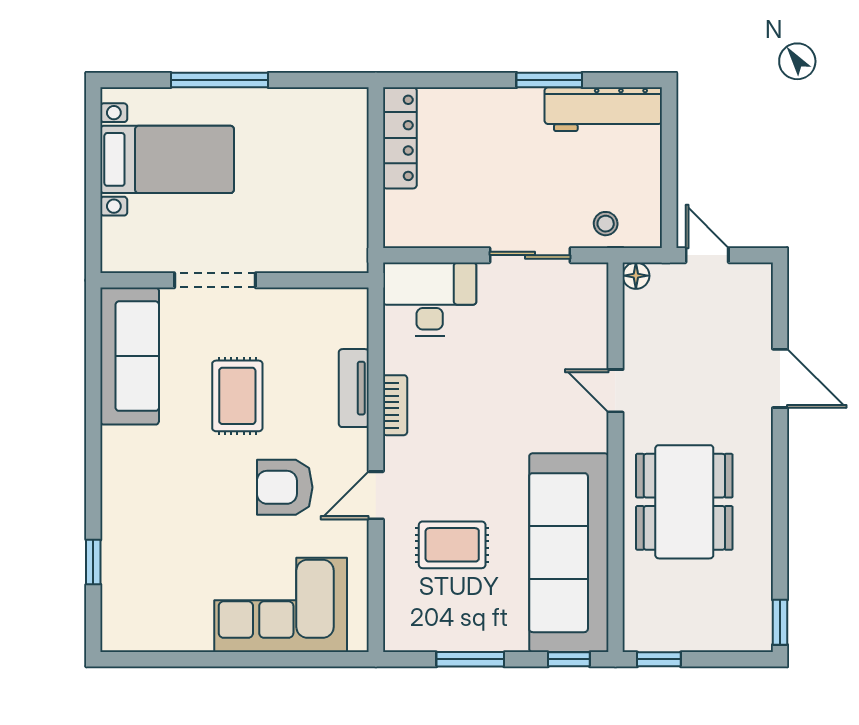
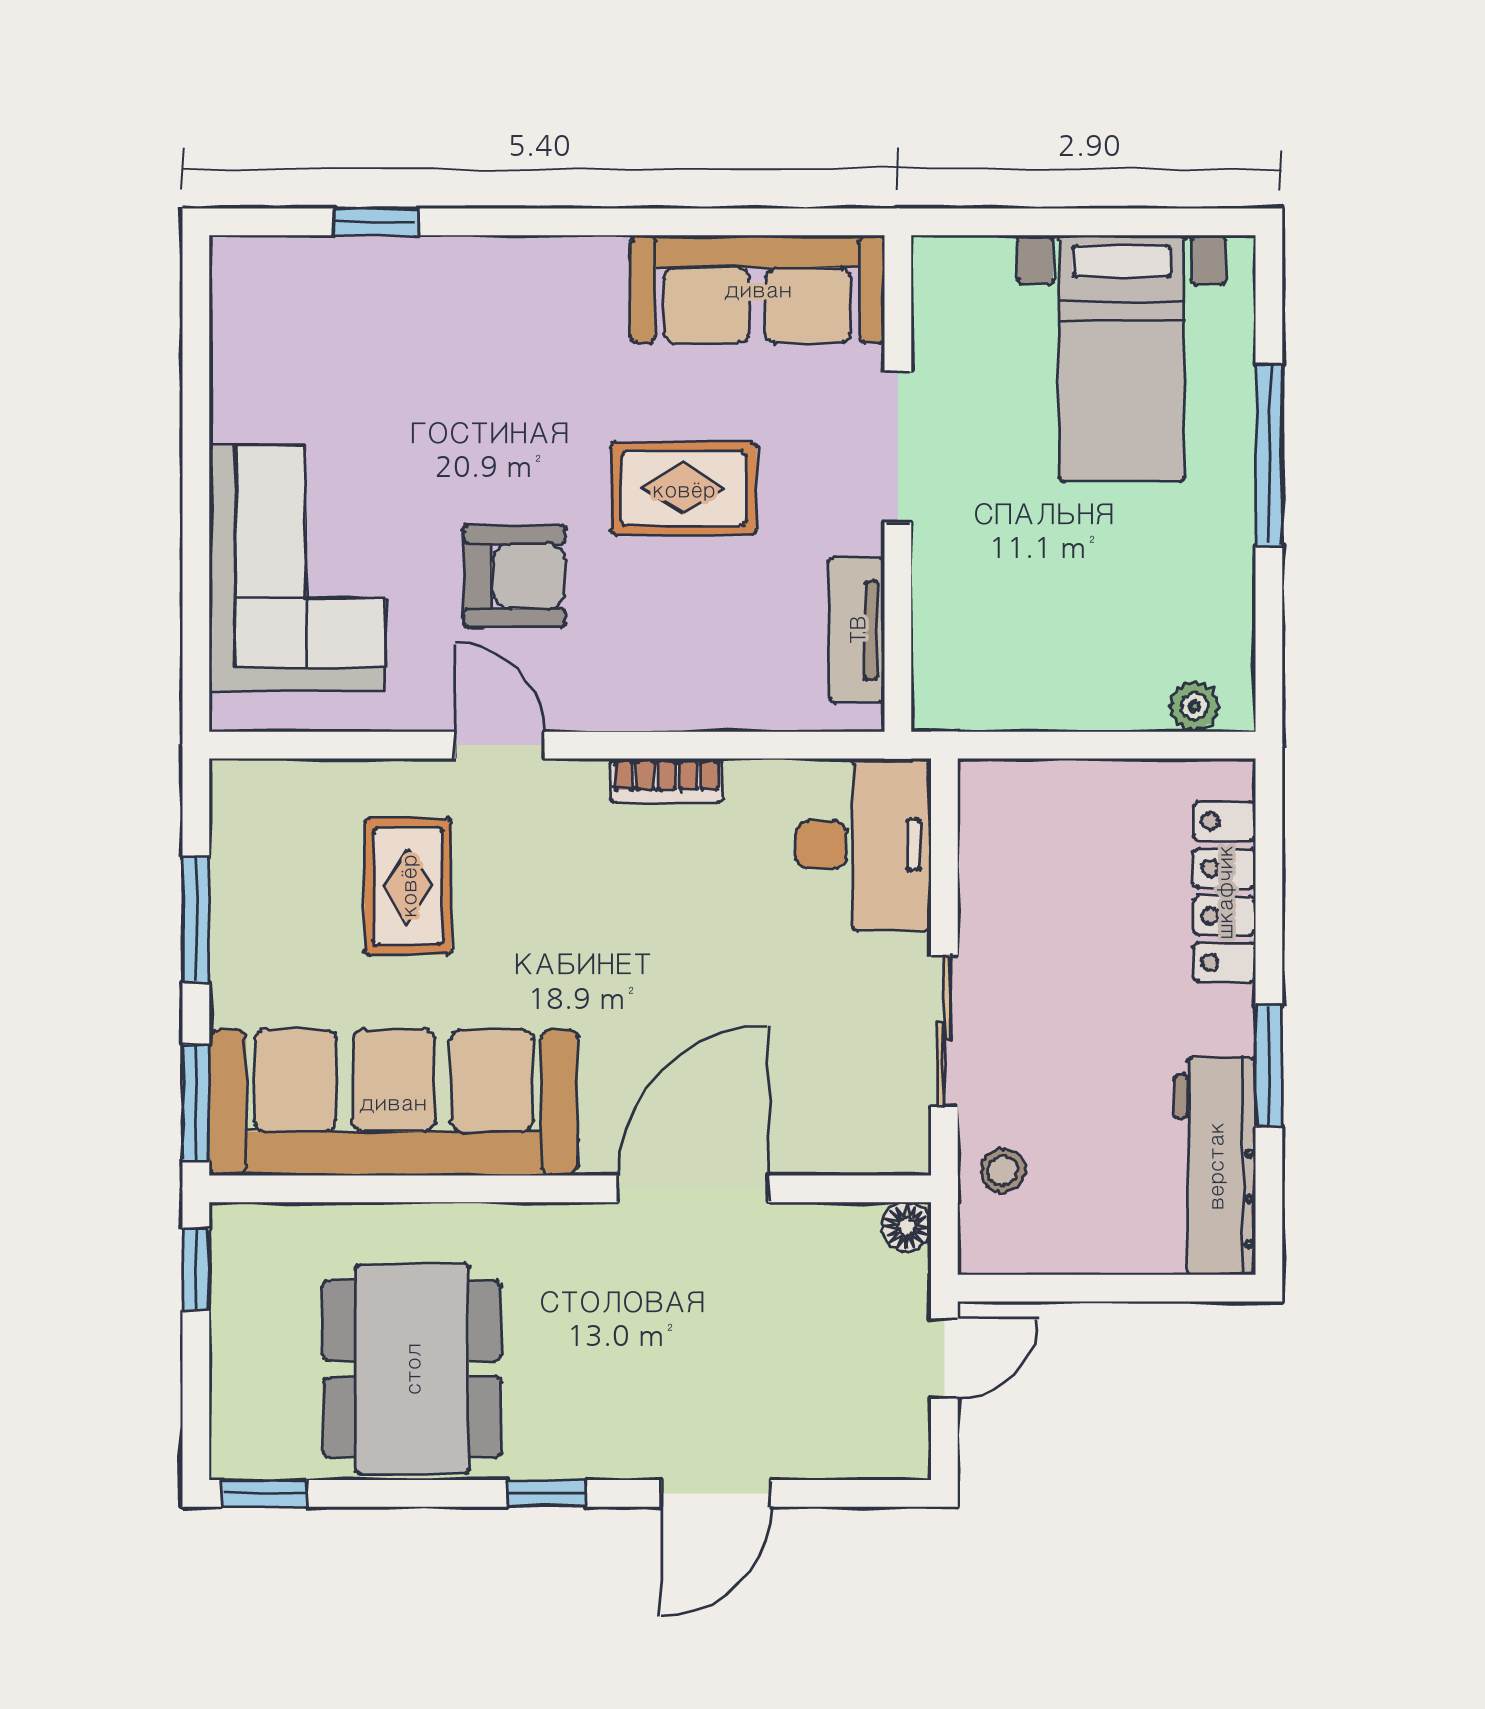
plant: (355, 120) -> (1195, 706), added
locker: (400, 138) -> (1224, 892), moved, turned 90
tv unit: (354, 388) -> (857, 630), moved, turned -90
door: (615, 391) -> (693, 1189), width x1.87
window: (780, 470) -> (546, 1493), added
armchair: (285, 487) -> (514, 576), turned 90
dining table: (684, 502) -> (412, 1369), moved, turned 90
window: (569, 659) -> (196, 1103), width x1.50

